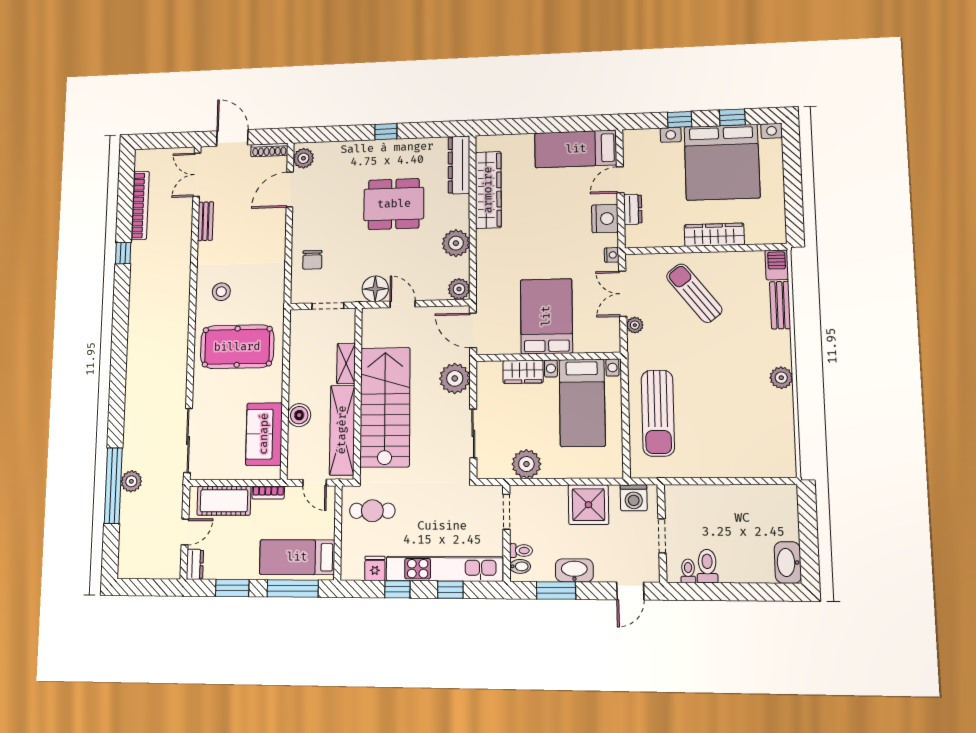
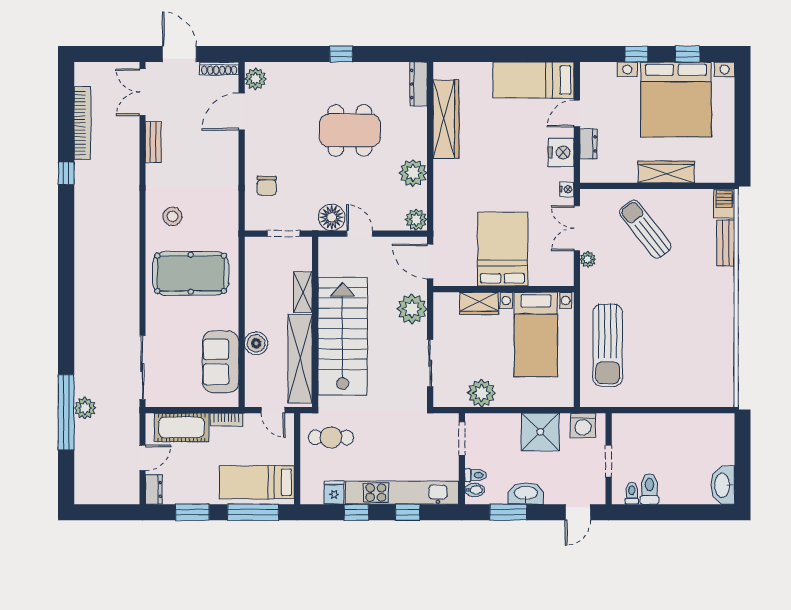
dresser: (459, 165) -> (418, 84), width x0.73, depth x0.80
plant: (781, 378) -> (724, 313), removed

